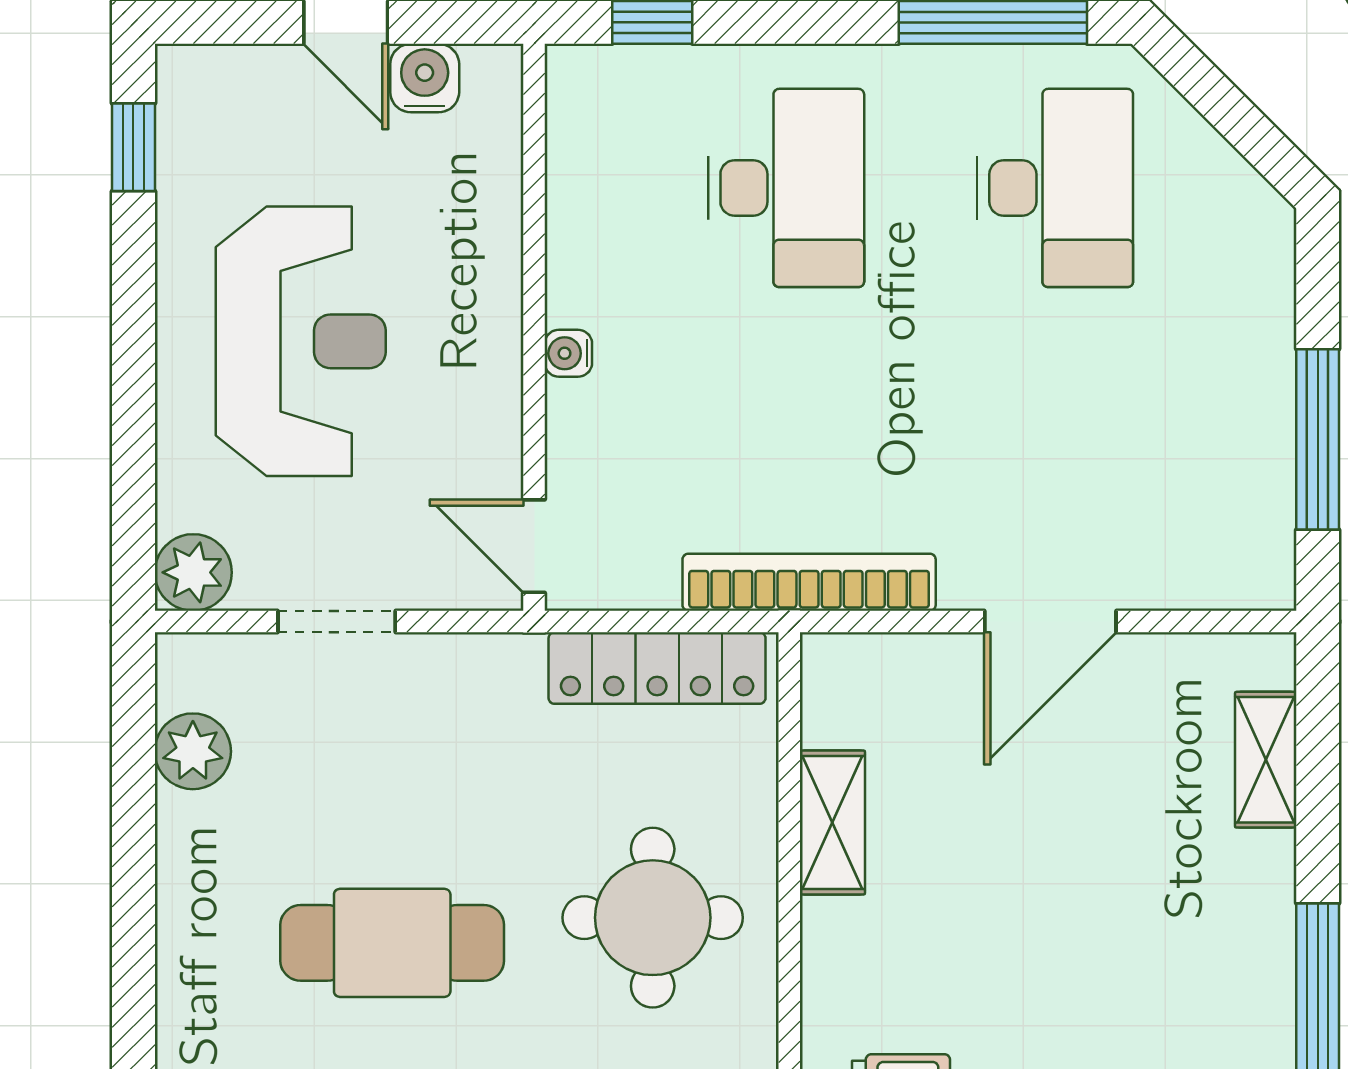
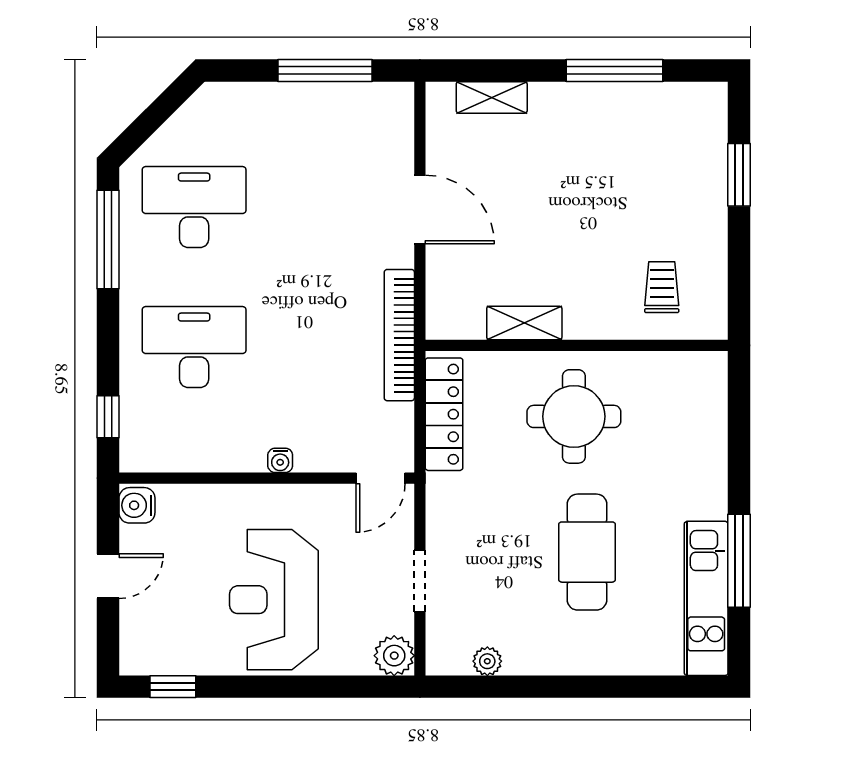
water cooler: (425, 78) -> (137, 505), moved
reception desk: (301, 341) -> (274, 600), turned -90
plant: (193, 751) -> (487, 661), width x0.73, depth x0.73

